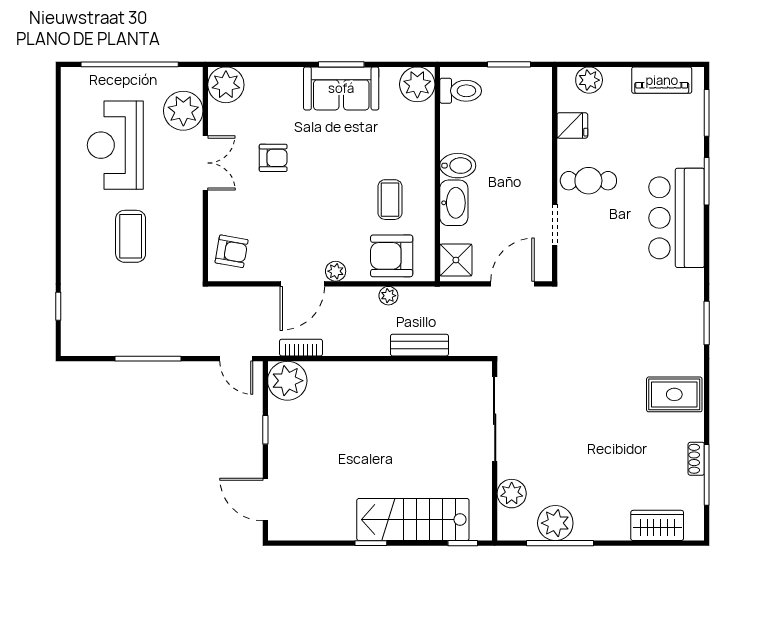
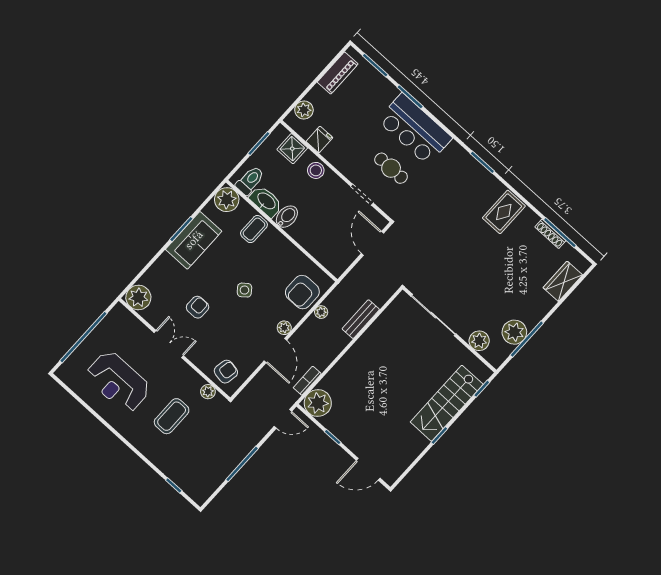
plant: (183, 111) -> (208, 392), moved, width x0.53, depth x0.53
stool: (536, 152) -> (316, 170), added
cafe table: (588, 181) -> (391, 168), moved, turned 90
side table: (337, 192) -> (244, 290), added
coffee table: (390, 200) -> (254, 229), moved, turned 90
washbasin: (454, 203) -> (266, 201), moved
coffee table: (131, 236) -> (172, 416), turned 90
shower: (456, 260) -> (292, 149), moved
shoe rack: (696, 459) -> (550, 234), width x1.43

